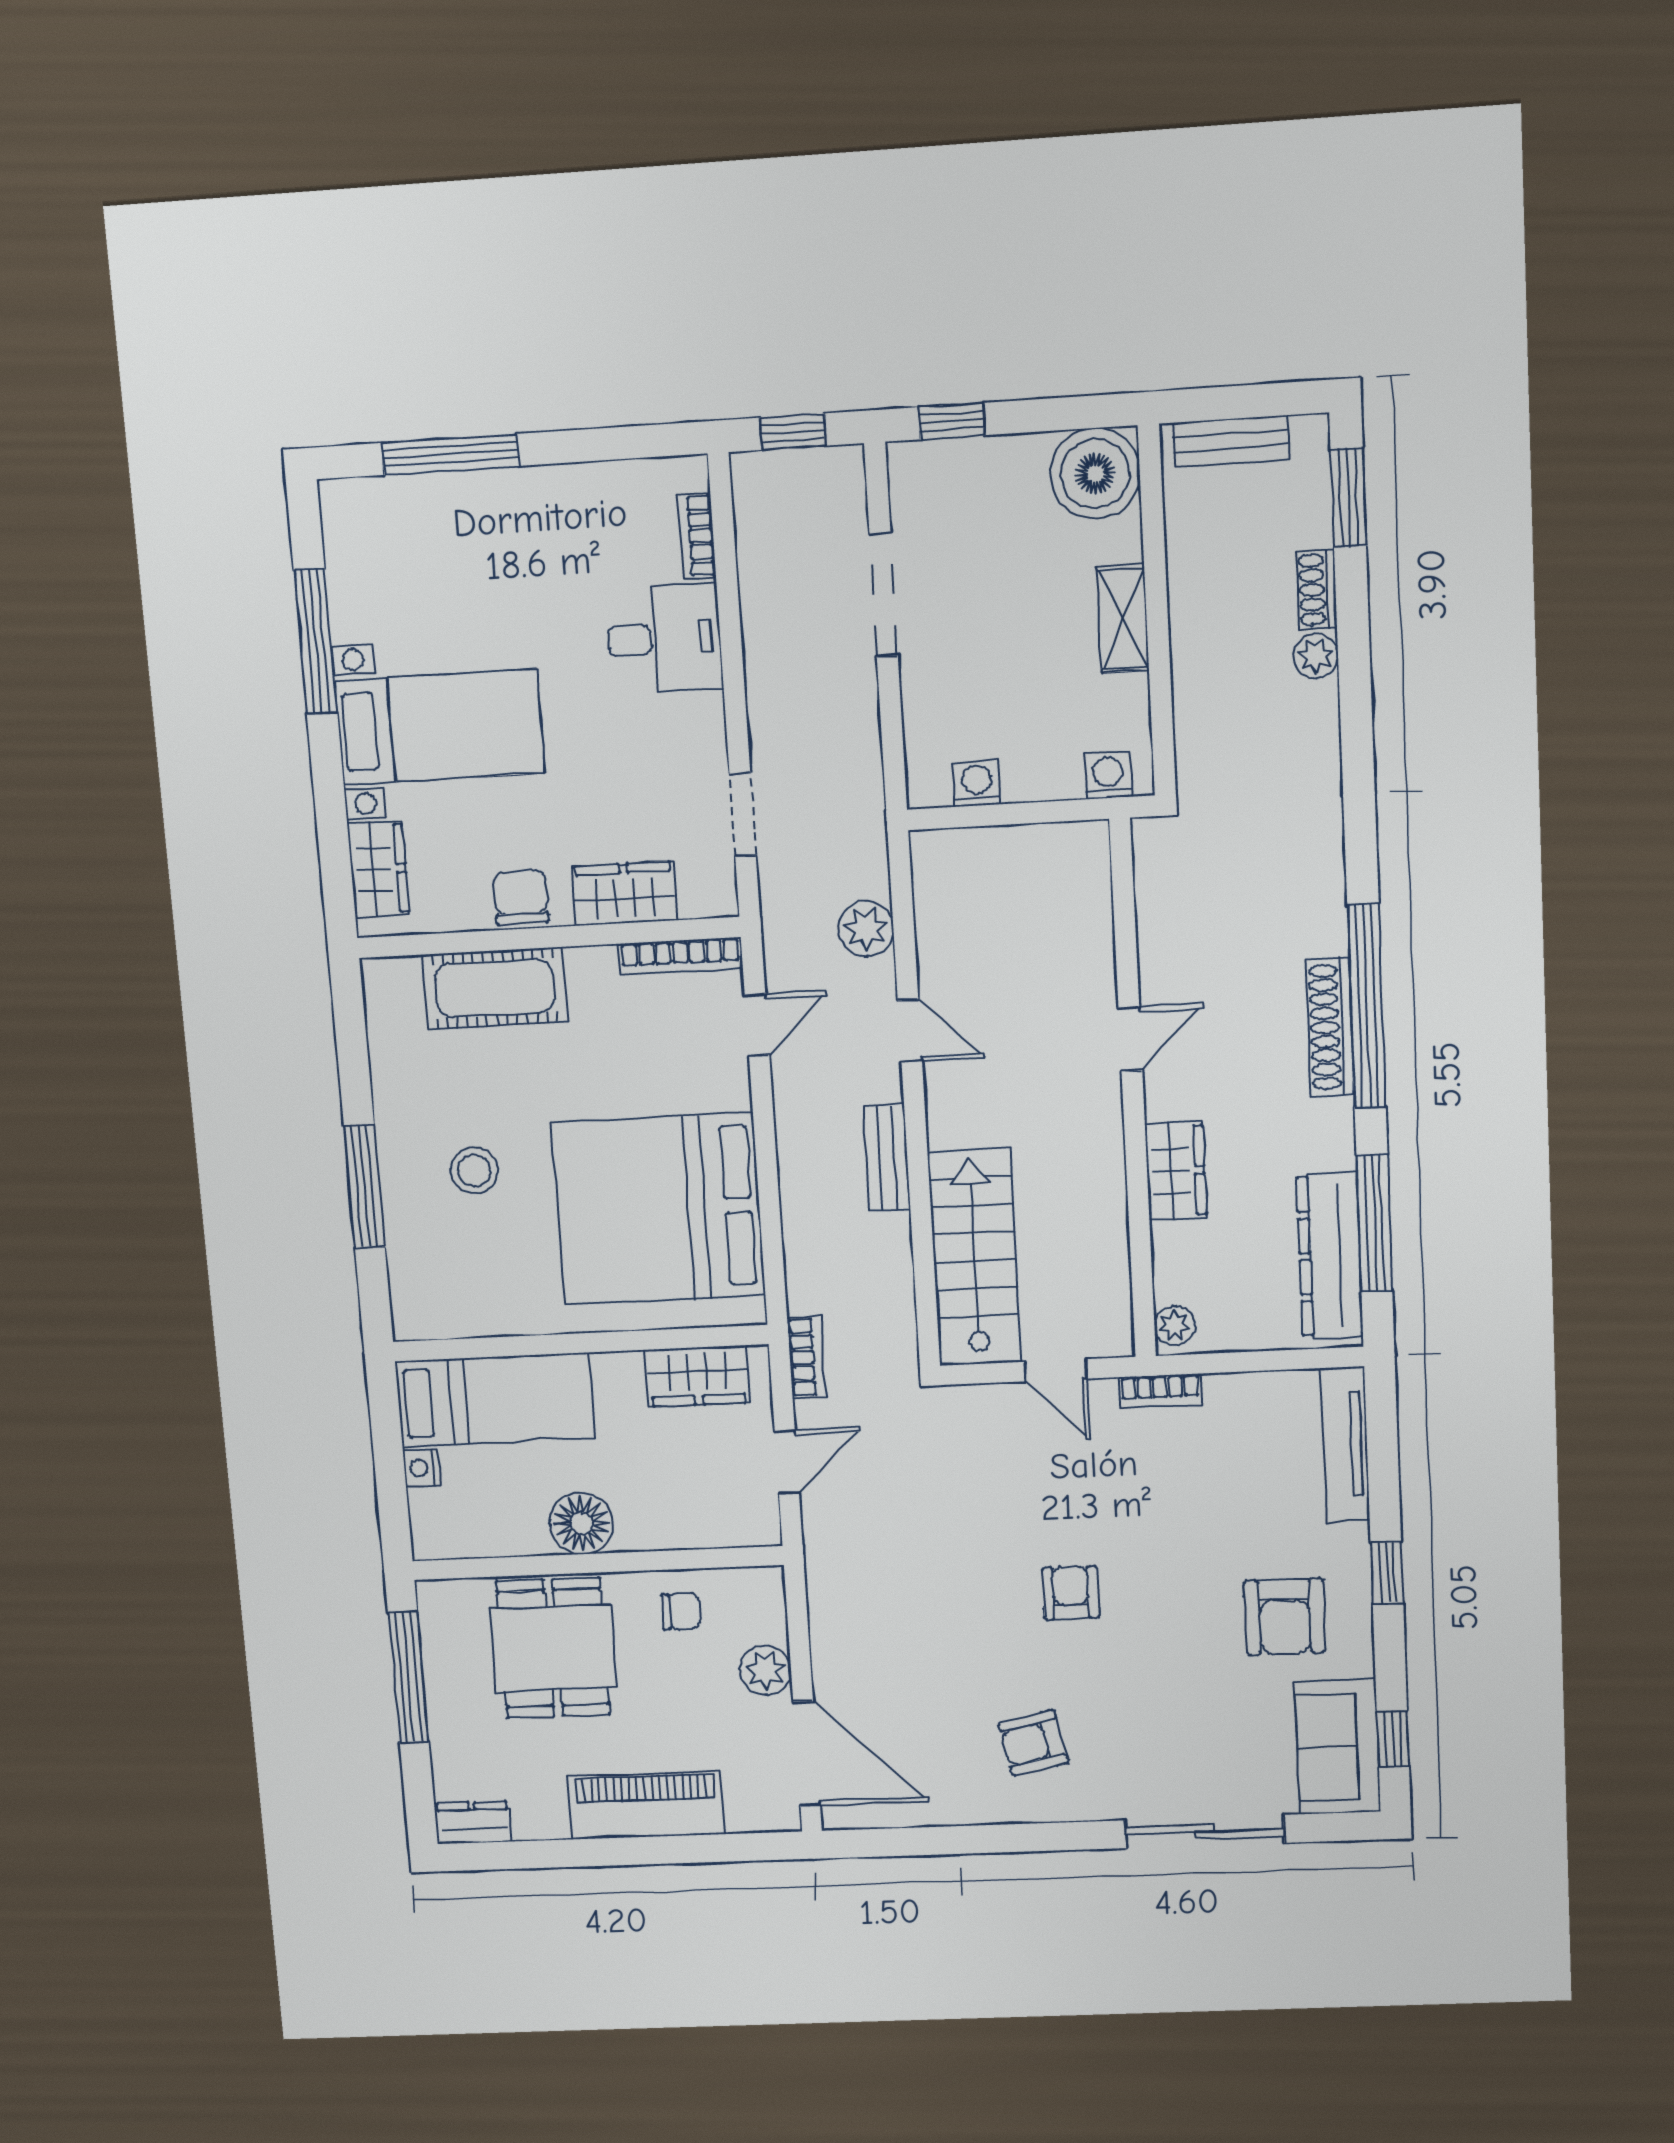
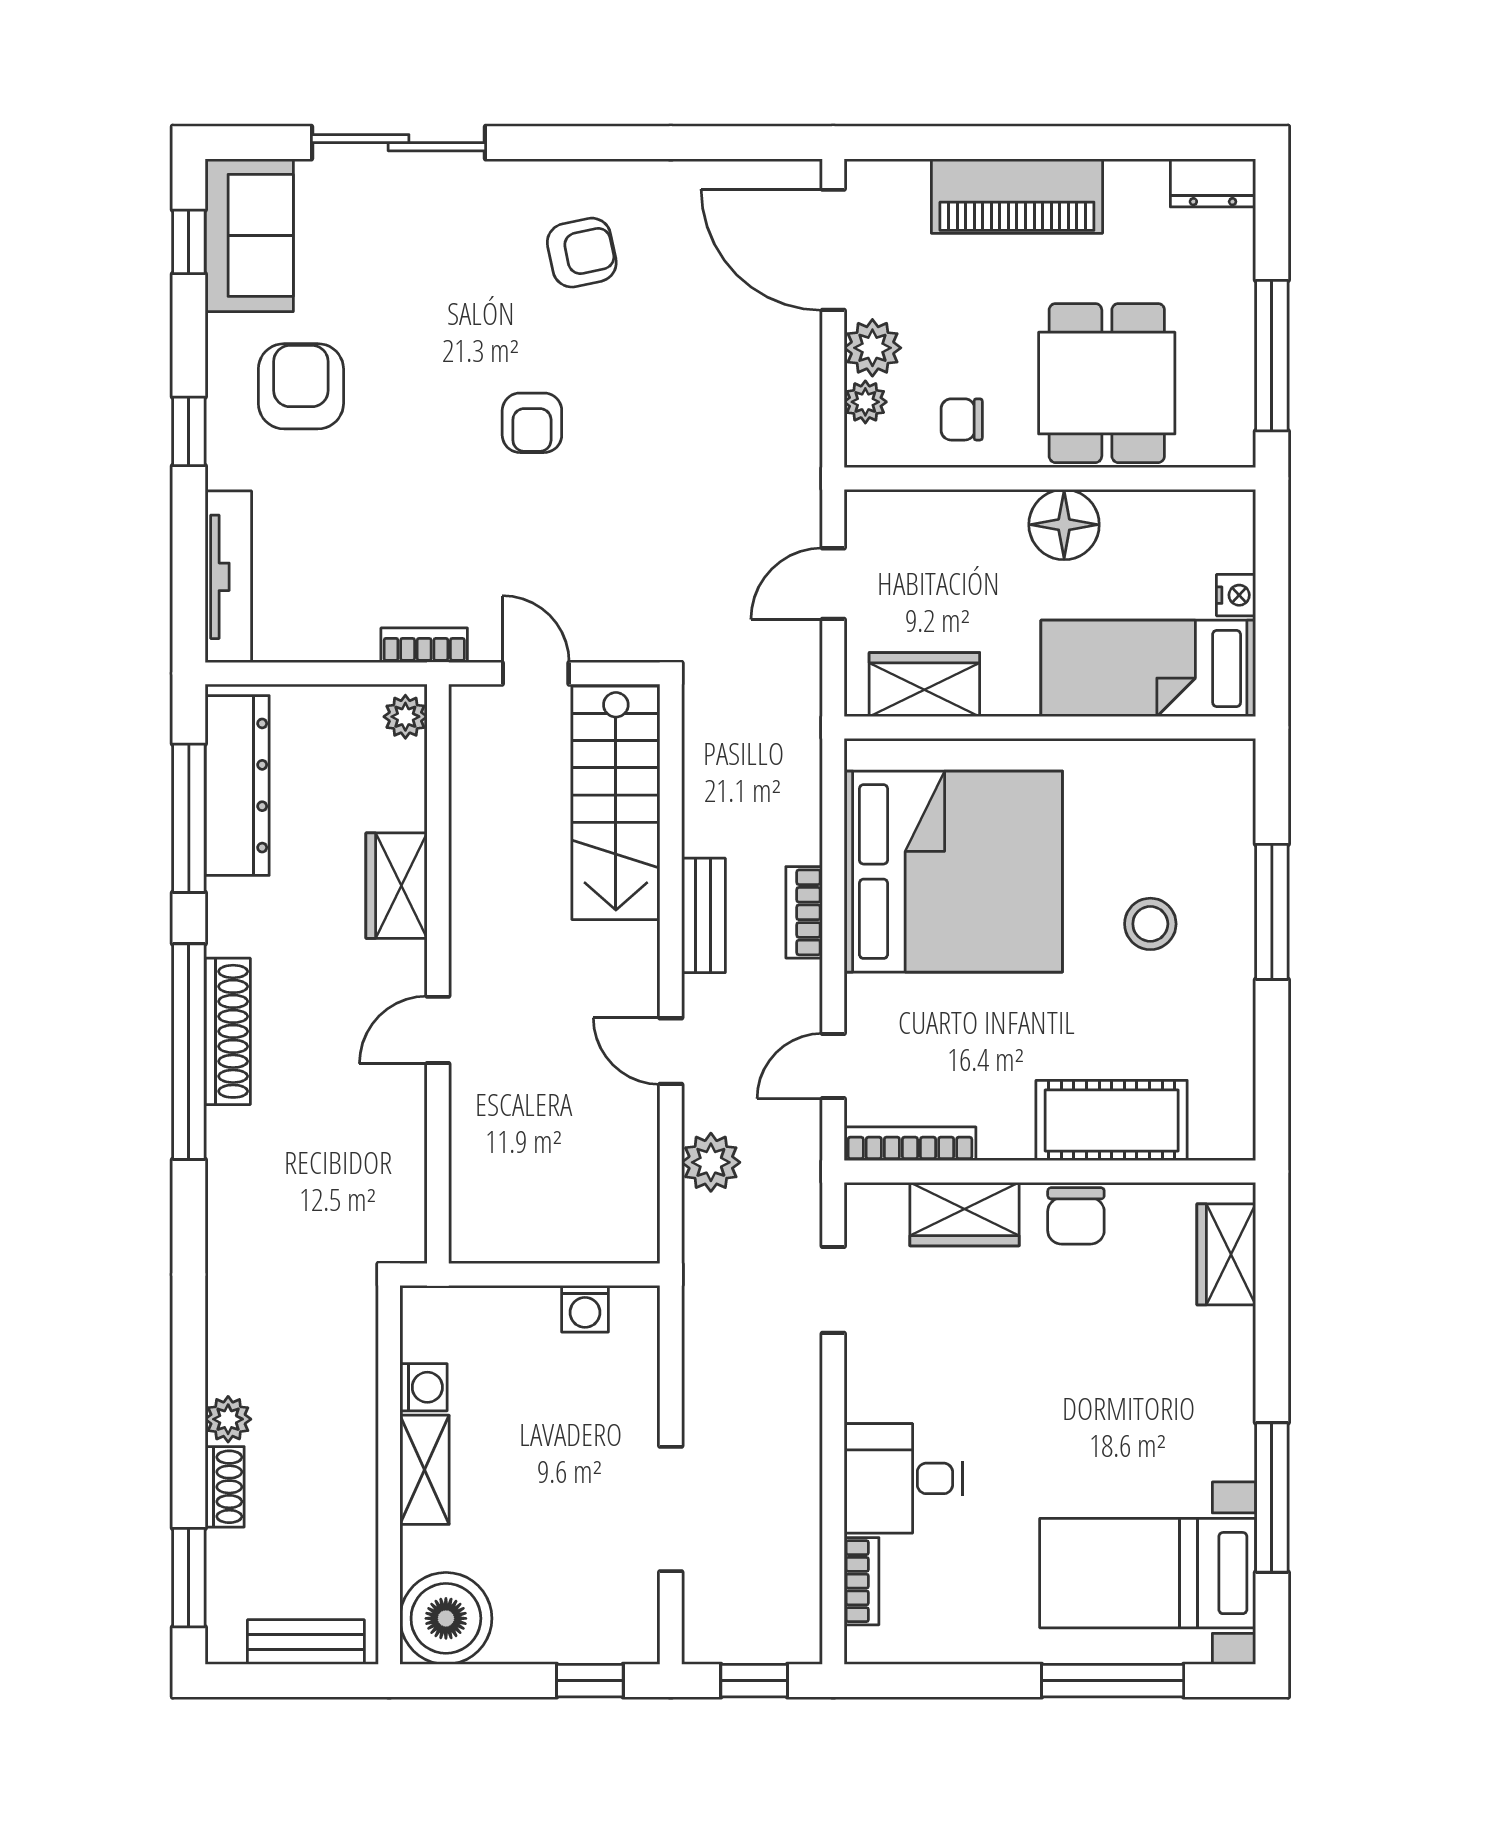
bed with nightstands: (440, 727) -> (1148, 1573), moved
washing machine: (1108, 775) -> (424, 1387), moved, turned -90
bookcase: (806, 1357) -> (804, 912), moved
plant: (769, 1623) -> (865, 402), added

